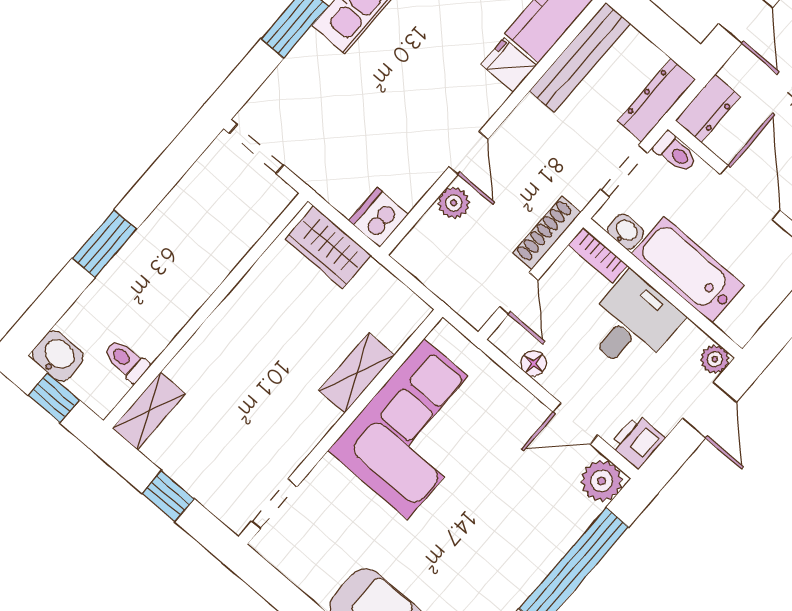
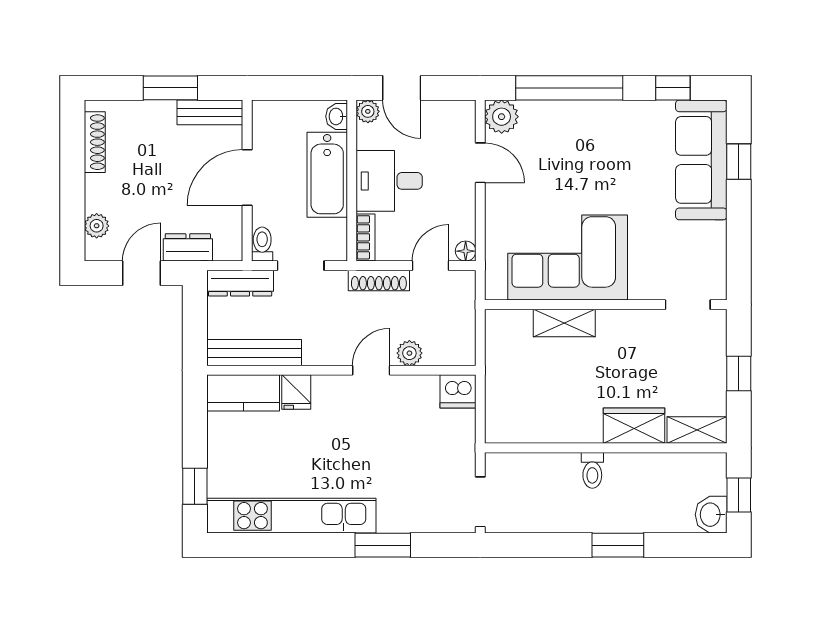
dresser: (708, 108) -> (188, 247), moved
washbasin: (626, 232) -> (337, 116), moved
wardrobe: (328, 247) -> (634, 426), moved, turned -90
toilet: (126, 361) -> (592, 470), moved
floor lamp: (534, 363) -> (466, 251), moved
door: (709, 410) -> (402, 88), swing flipped
printer: (637, 442) -> (459, 115), removed

